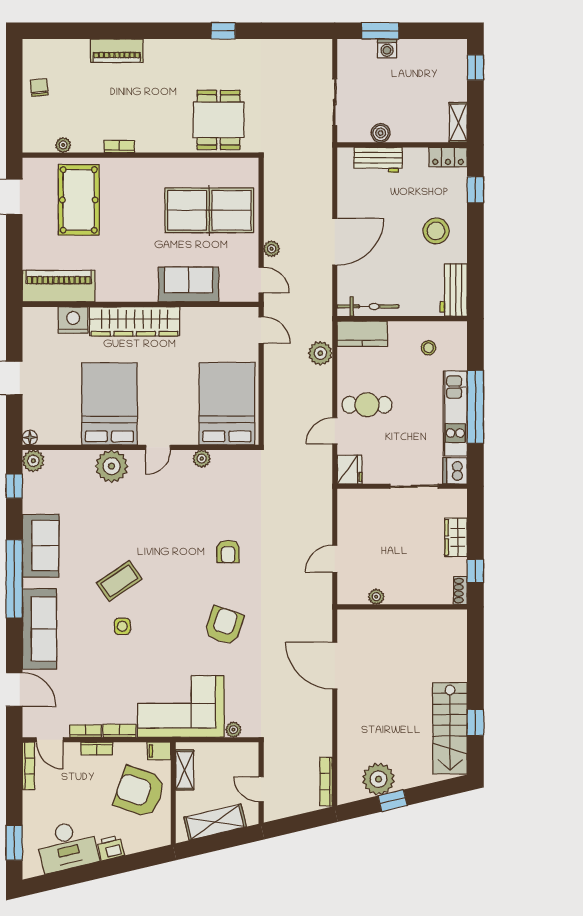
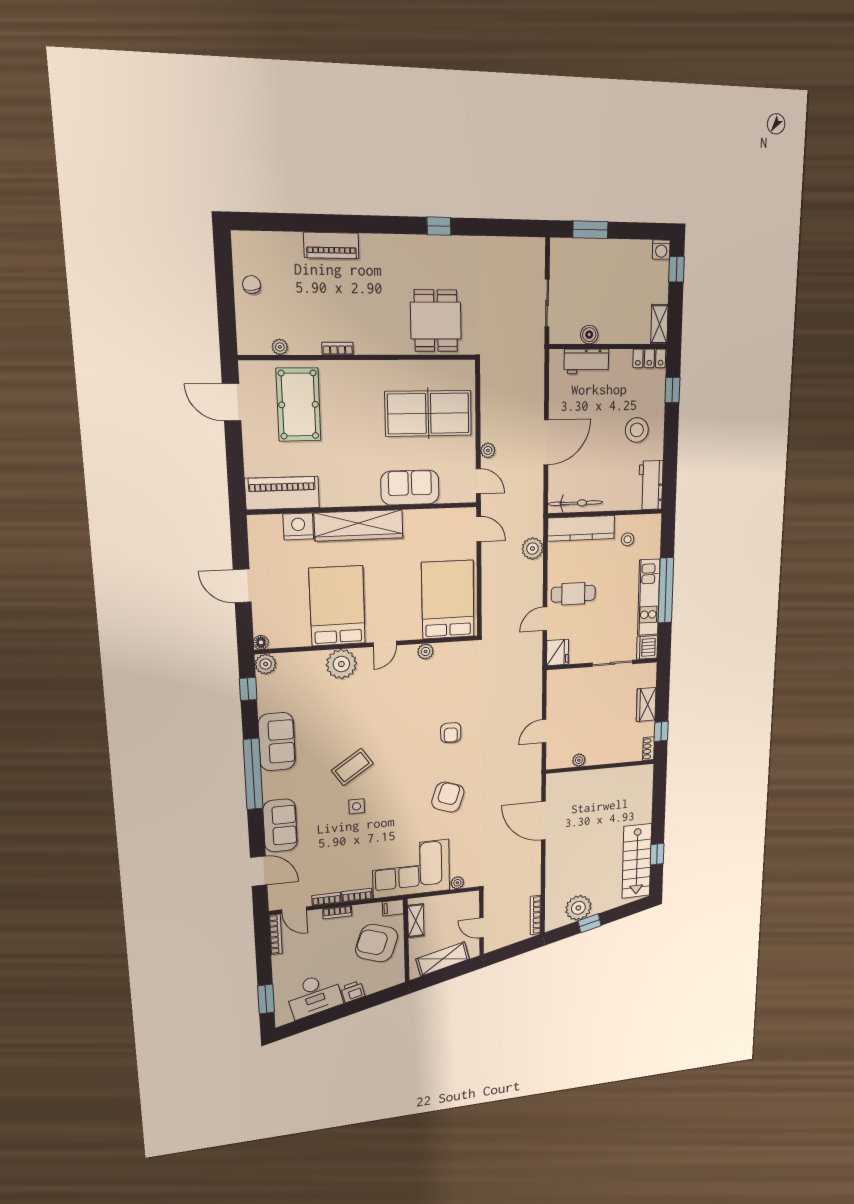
washing machine: (387, 48) -> (661, 250), moved
kitchen counter: (362, 334) -> (581, 528), width x1.50
sofa: (39, 629) -> (280, 826), width x0.73

